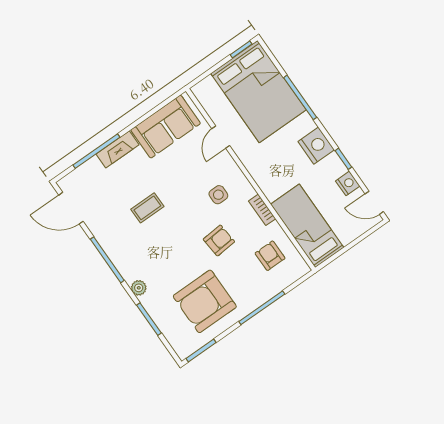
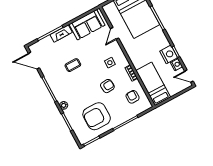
nightstand: (316, 146) -> (169, 54), moved

